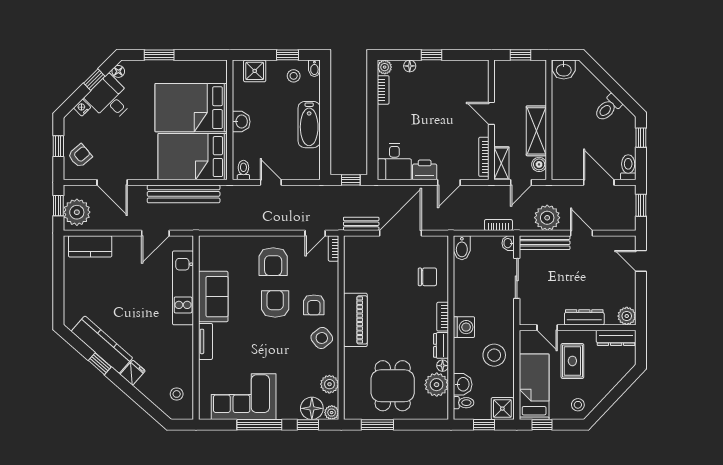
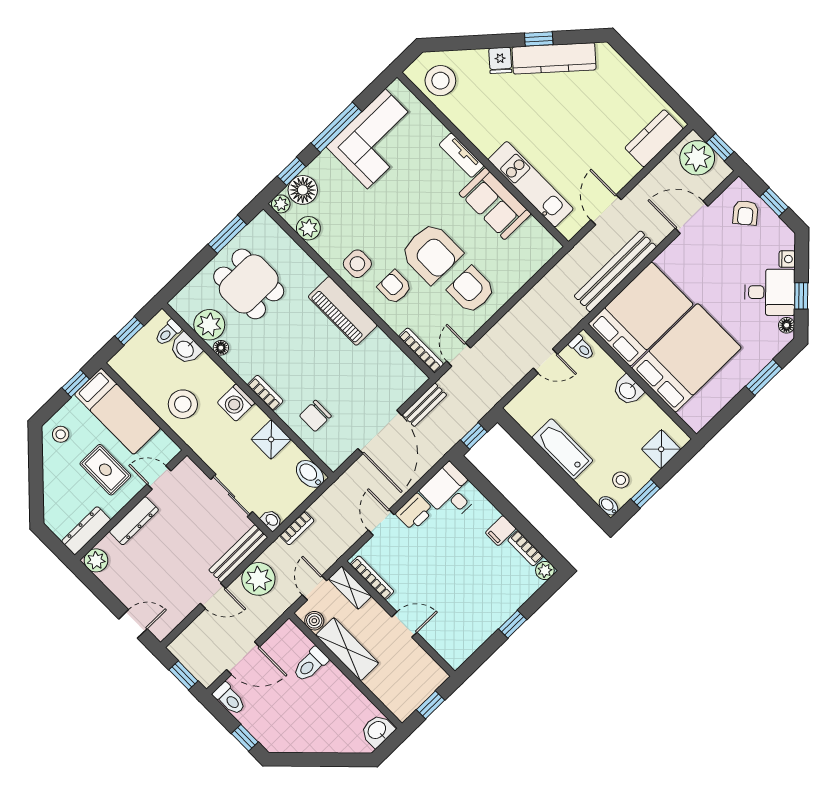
floor lamp: (410, 66) -> (523, 594), removed
toilet: (608, 108) -> (310, 665), moved, turned -135
filing cabinet: (387, 113) -> (501, 531), added
bookcase: (333, 248) -> (421, 350), width x1.56
armchair: (275, 304) -> (431, 253), width x1.36, depth x1.36
side table: (322, 338) -> (357, 264), turned 38
dresser: (441, 345) -> (241, 365), removed
stool: (177, 394) -> (440, 81), width x1.89, depth x1.89
shower: (502, 409) -> (271, 439), moved

